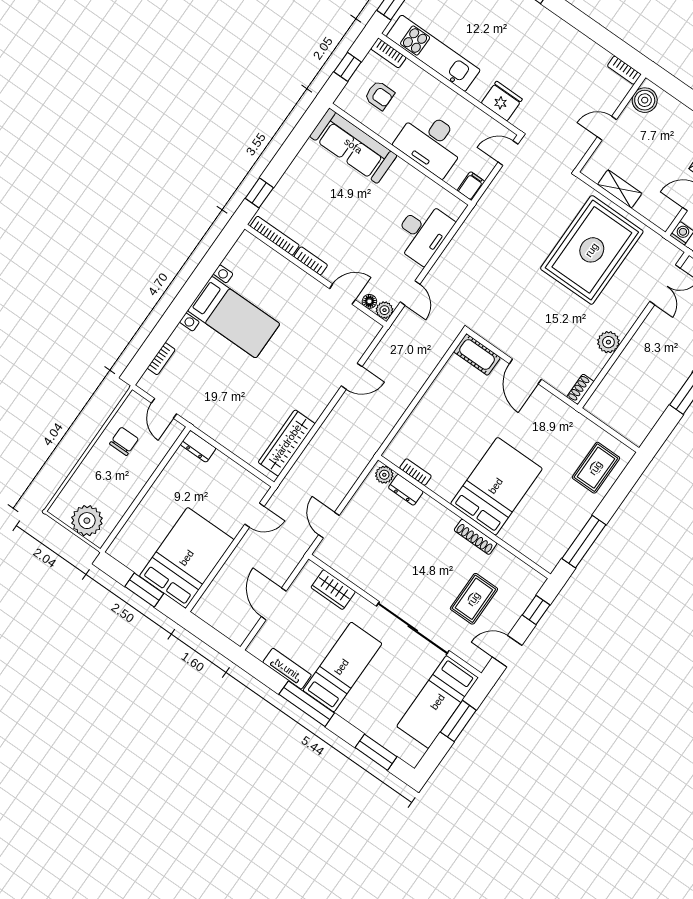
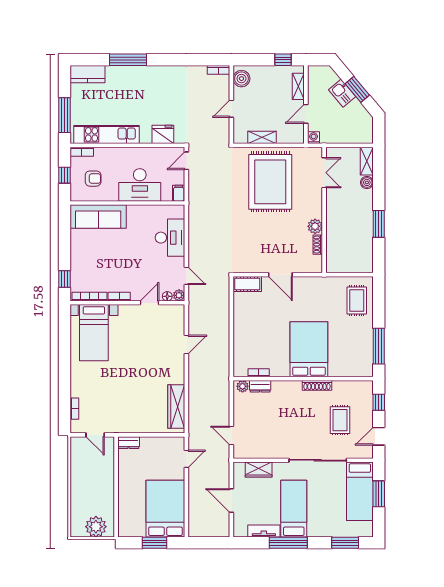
bed with nightstands: (234, 317) -> (94, 333), moved, turned 90
shoe rack: (580, 389) -> (318, 245), moved
chair: (124, 441) -> (86, 469), removed

